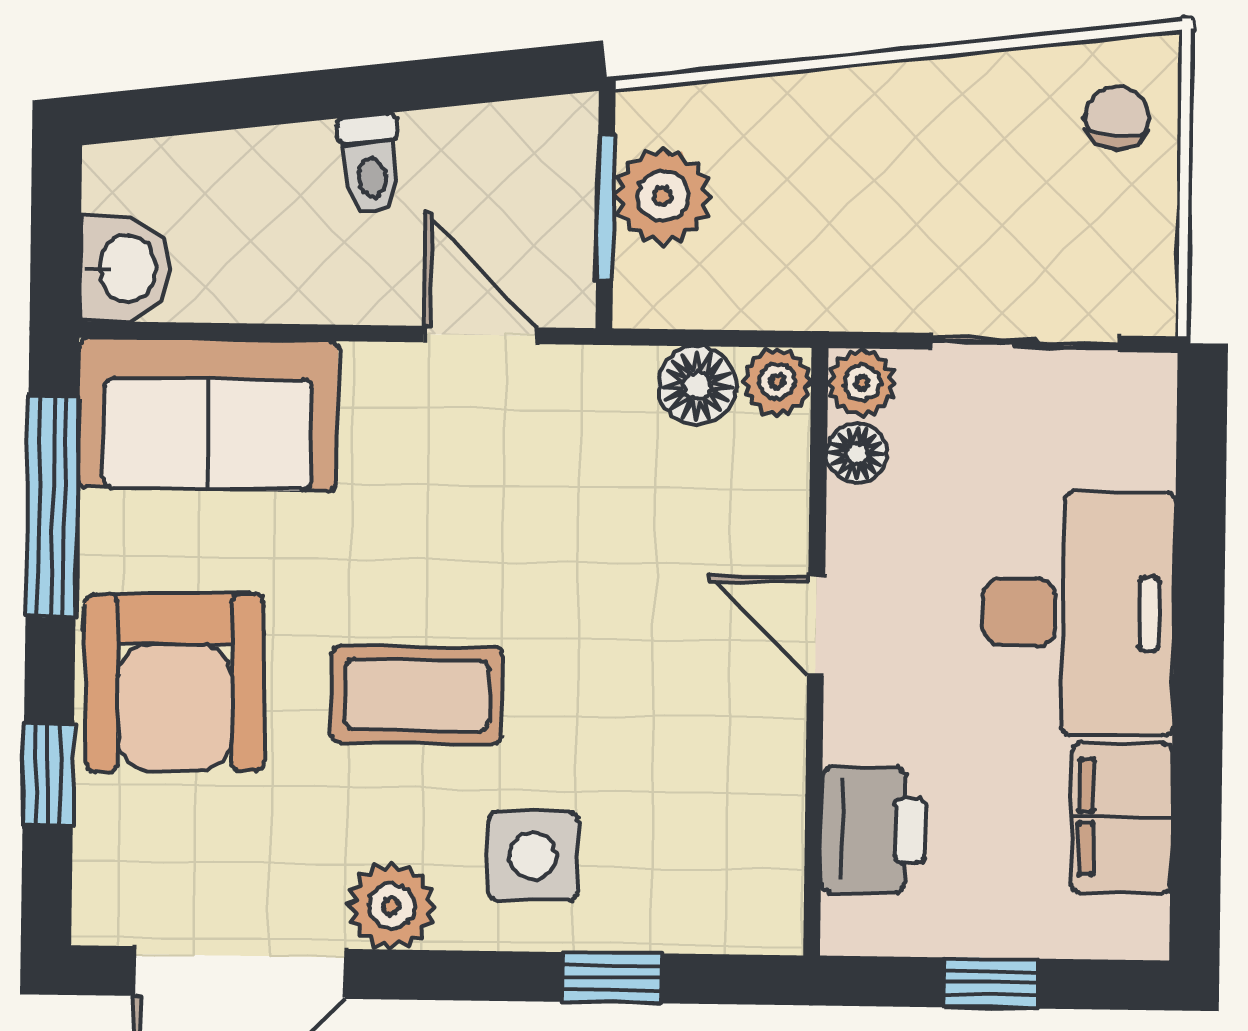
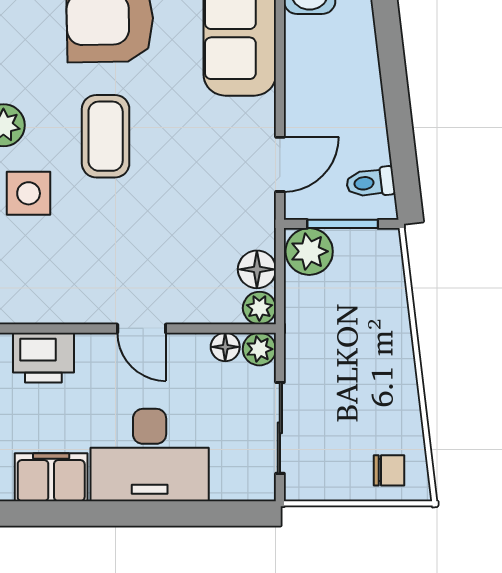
toilet: (371, 164) -> (370, 183), moved
plant: (663, 196) -> (309, 251), moved
door: (816, 626) -> (142, 328), swing flipped

